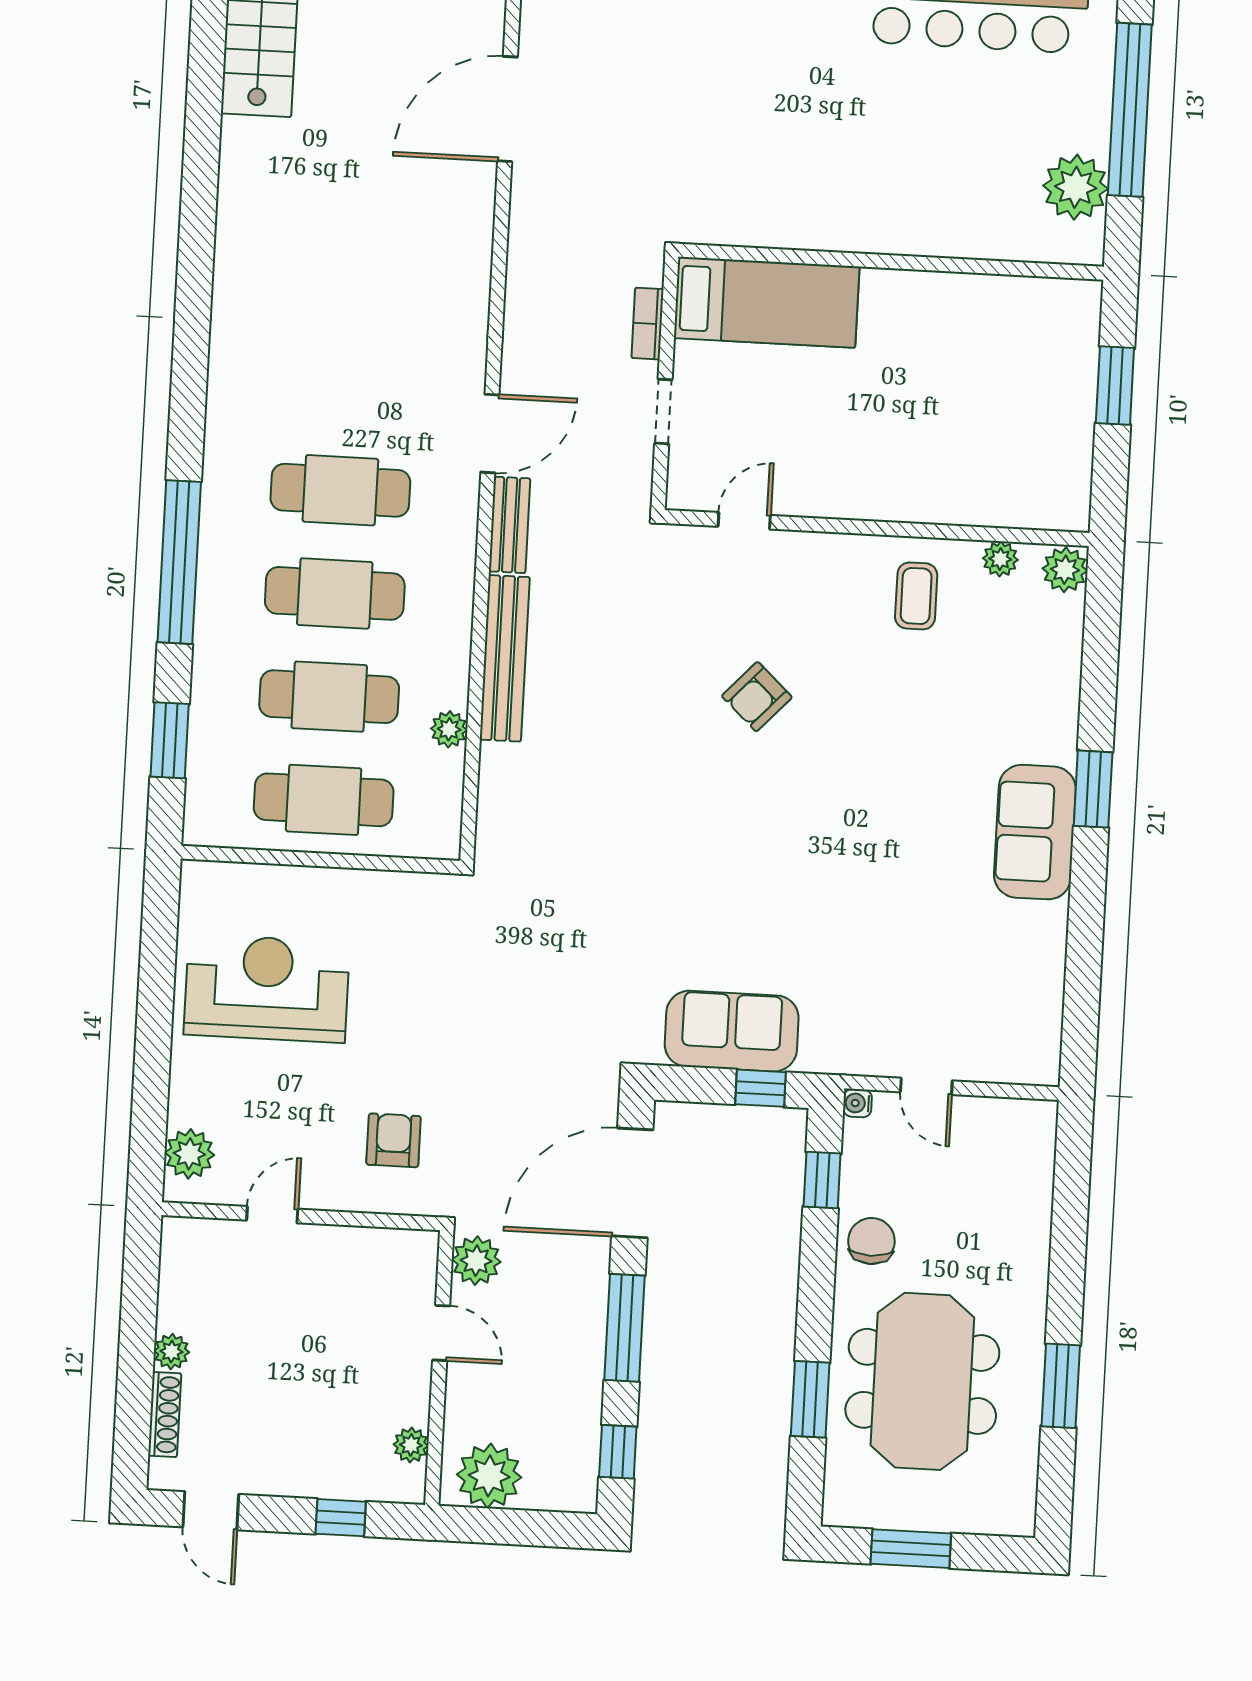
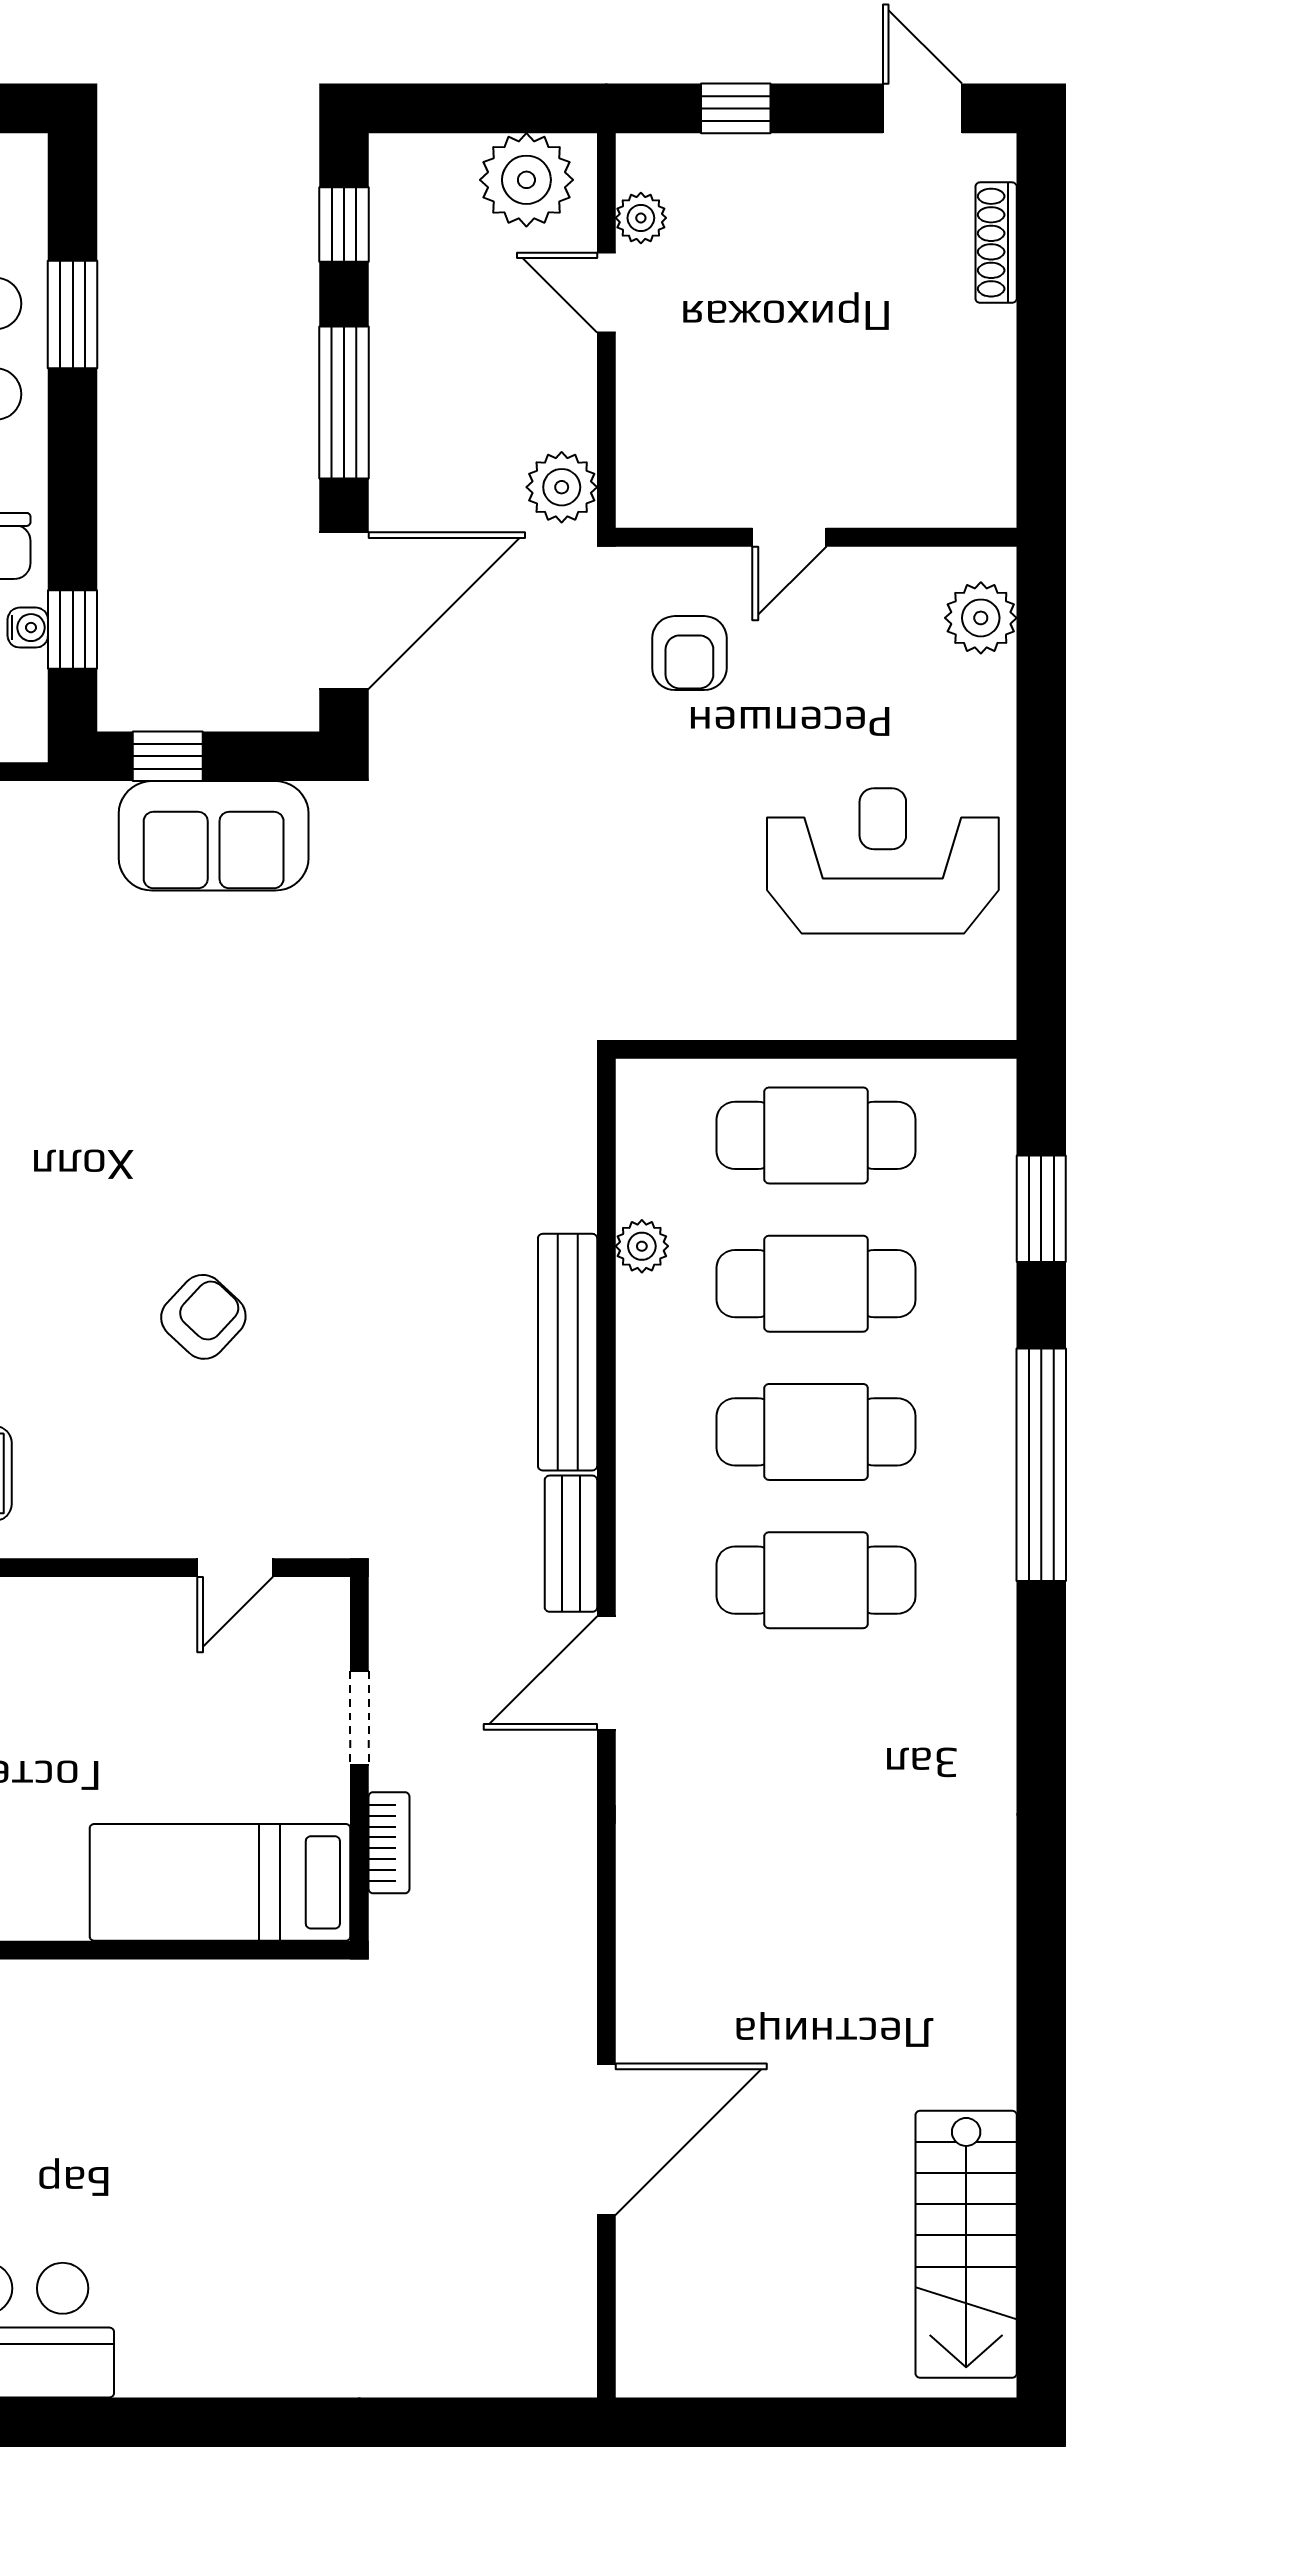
reception desk: (267, 988) -> (883, 861), turned 180
water cooler: (857, 1103) -> (28, 628), moved
door: (272, 1215) -> (789, 537), moved
door: (441, 1333) -> (606, 293), moved
plant: (172, 1352) -> (991, 333), removed

